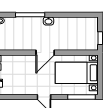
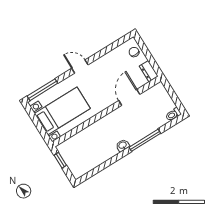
door: (45, 53) -> (129, 97), moved

